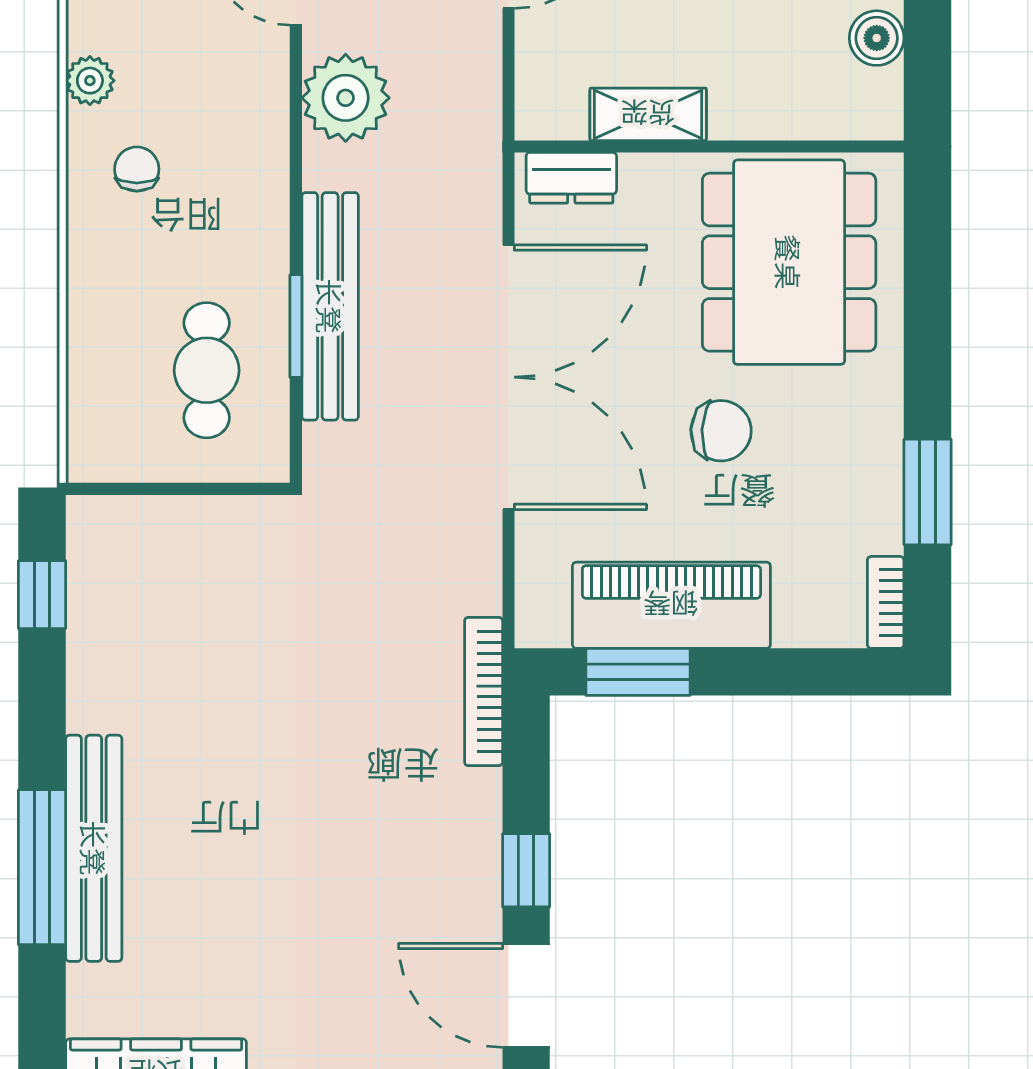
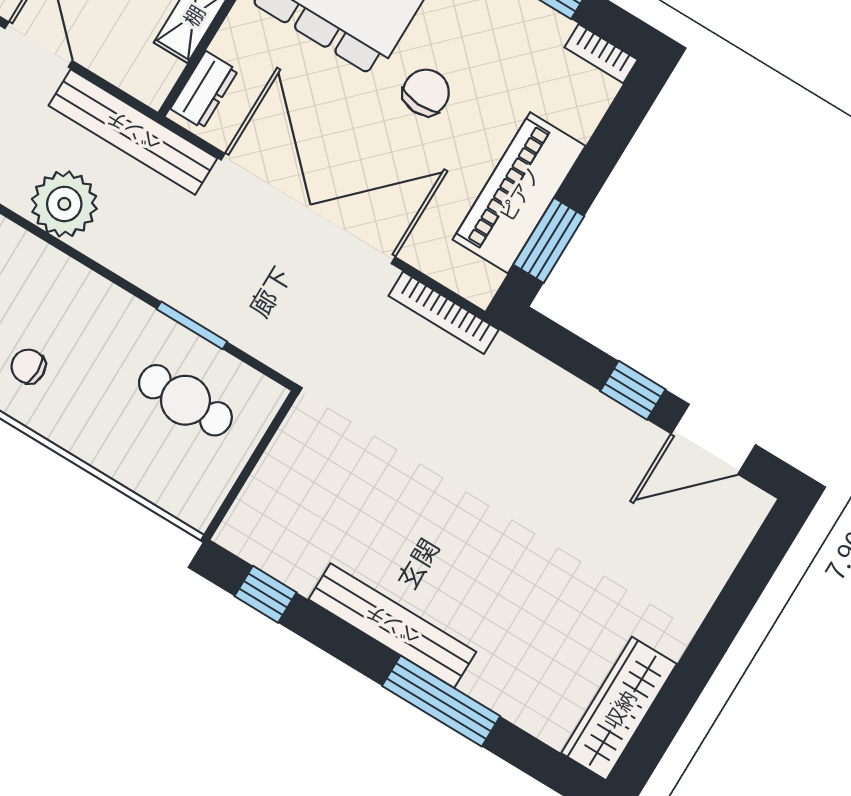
bench: (330, 306) -> (133, 132), moved
bookcase: (484, 691) -> (444, 313), moved
bench: (94, 848) -> (392, 626), moved

